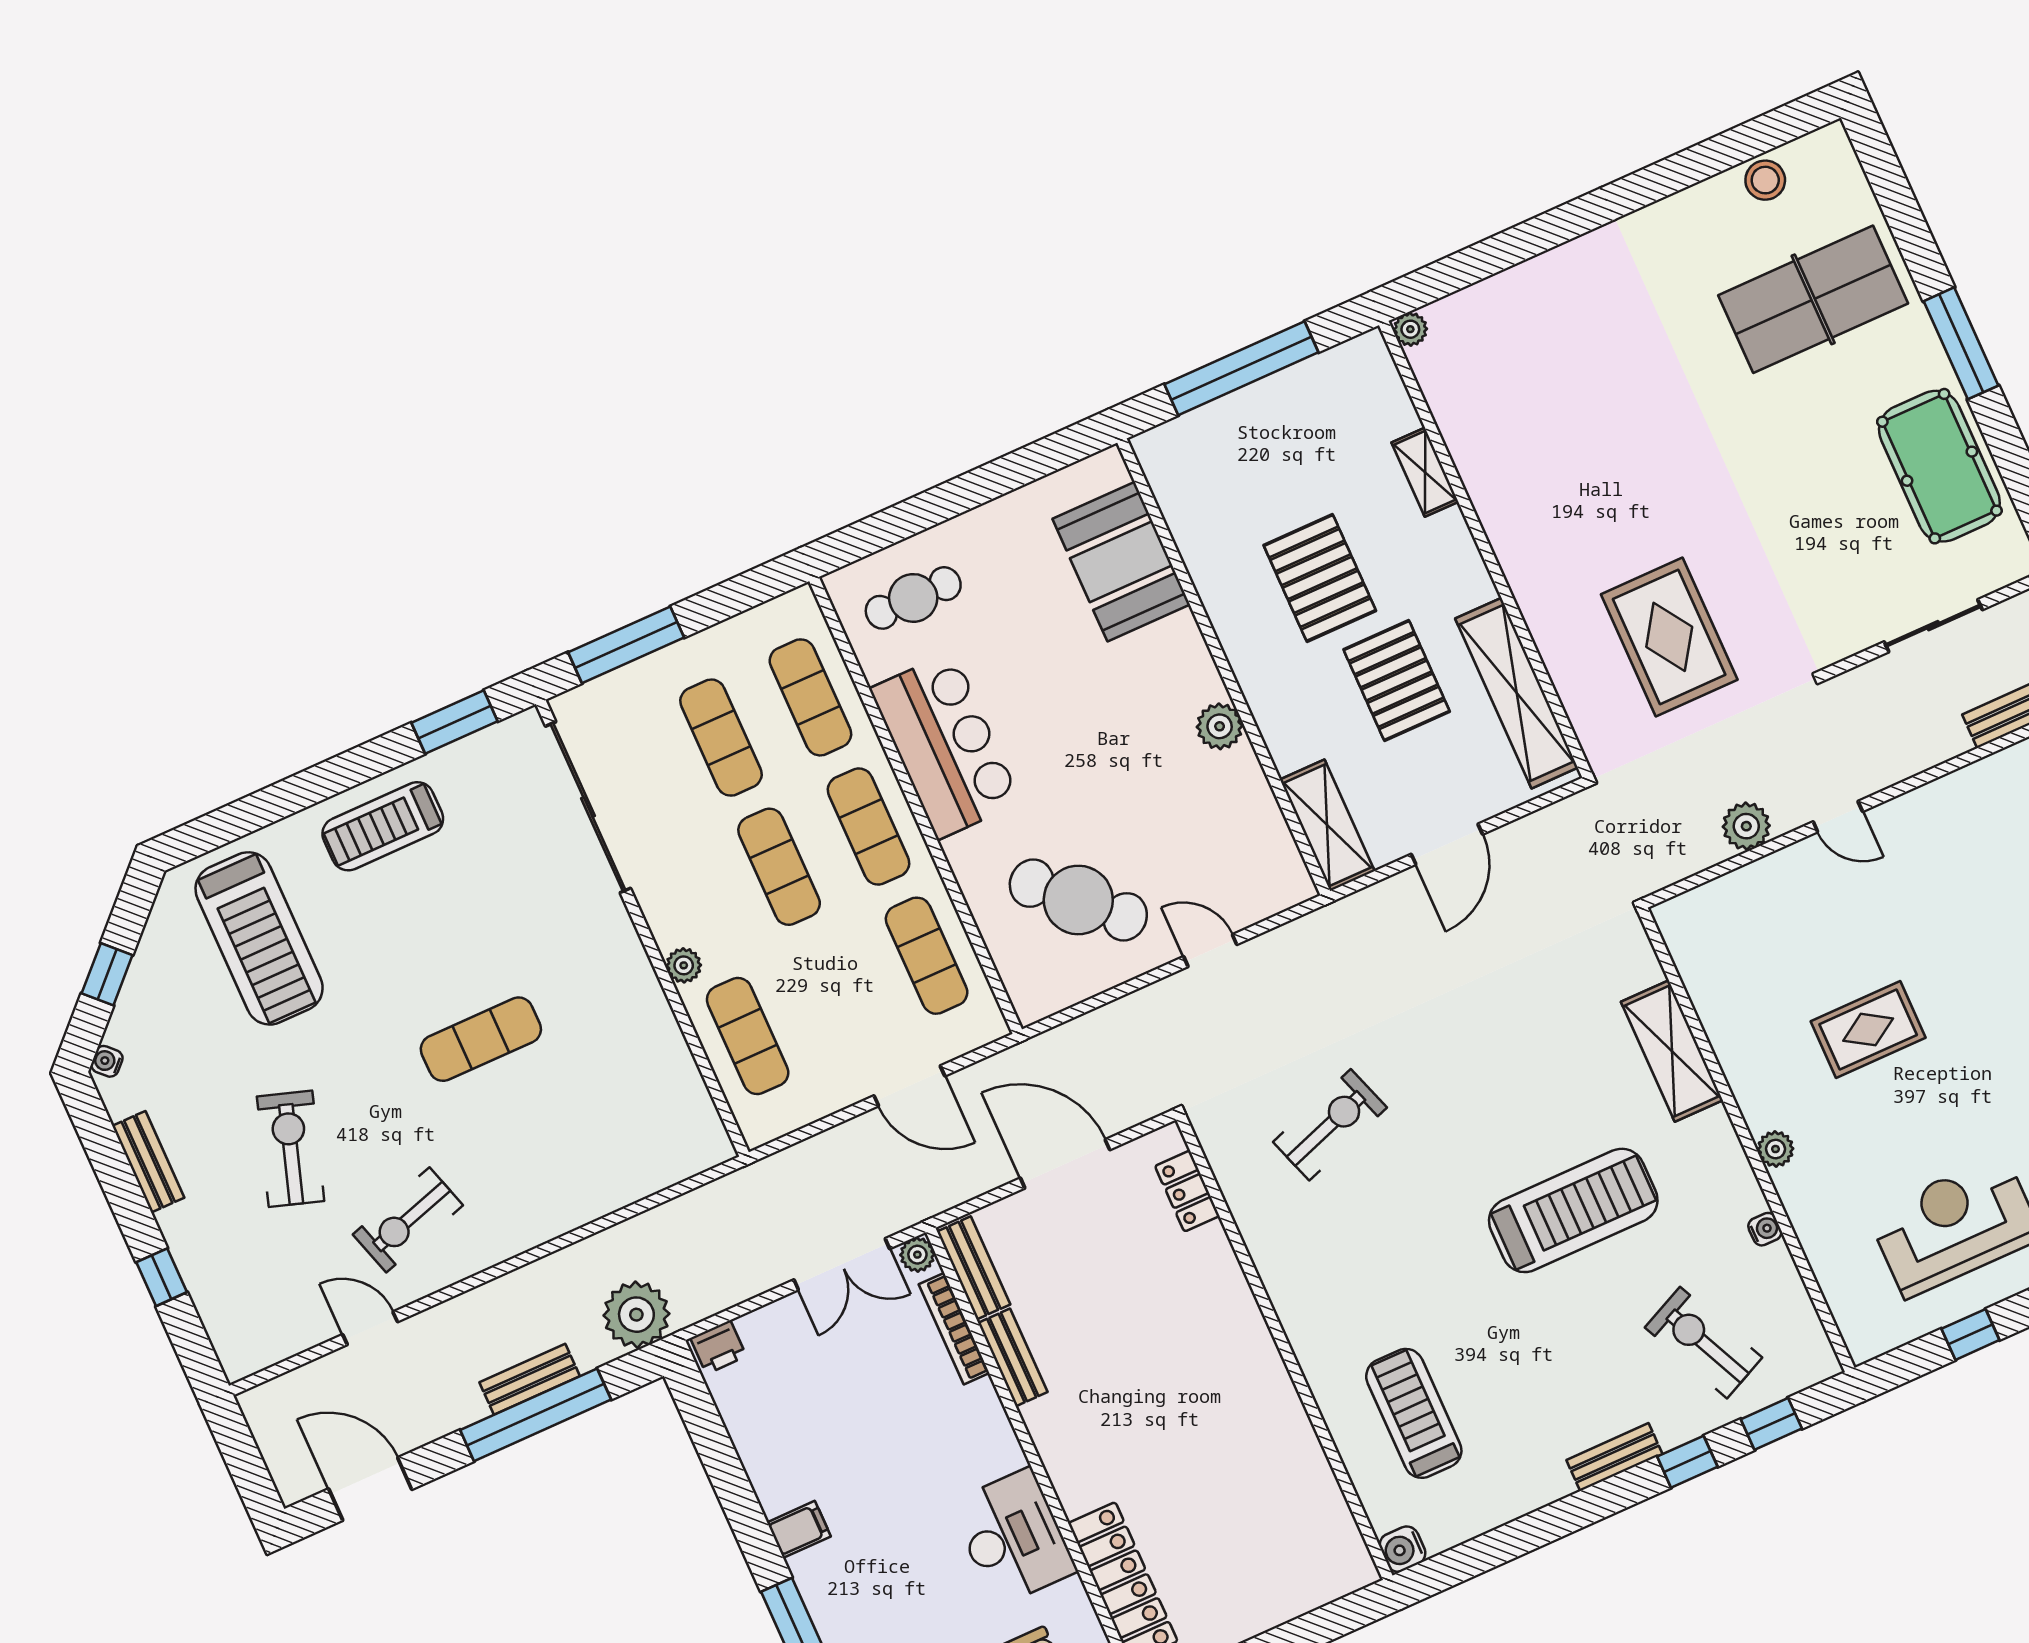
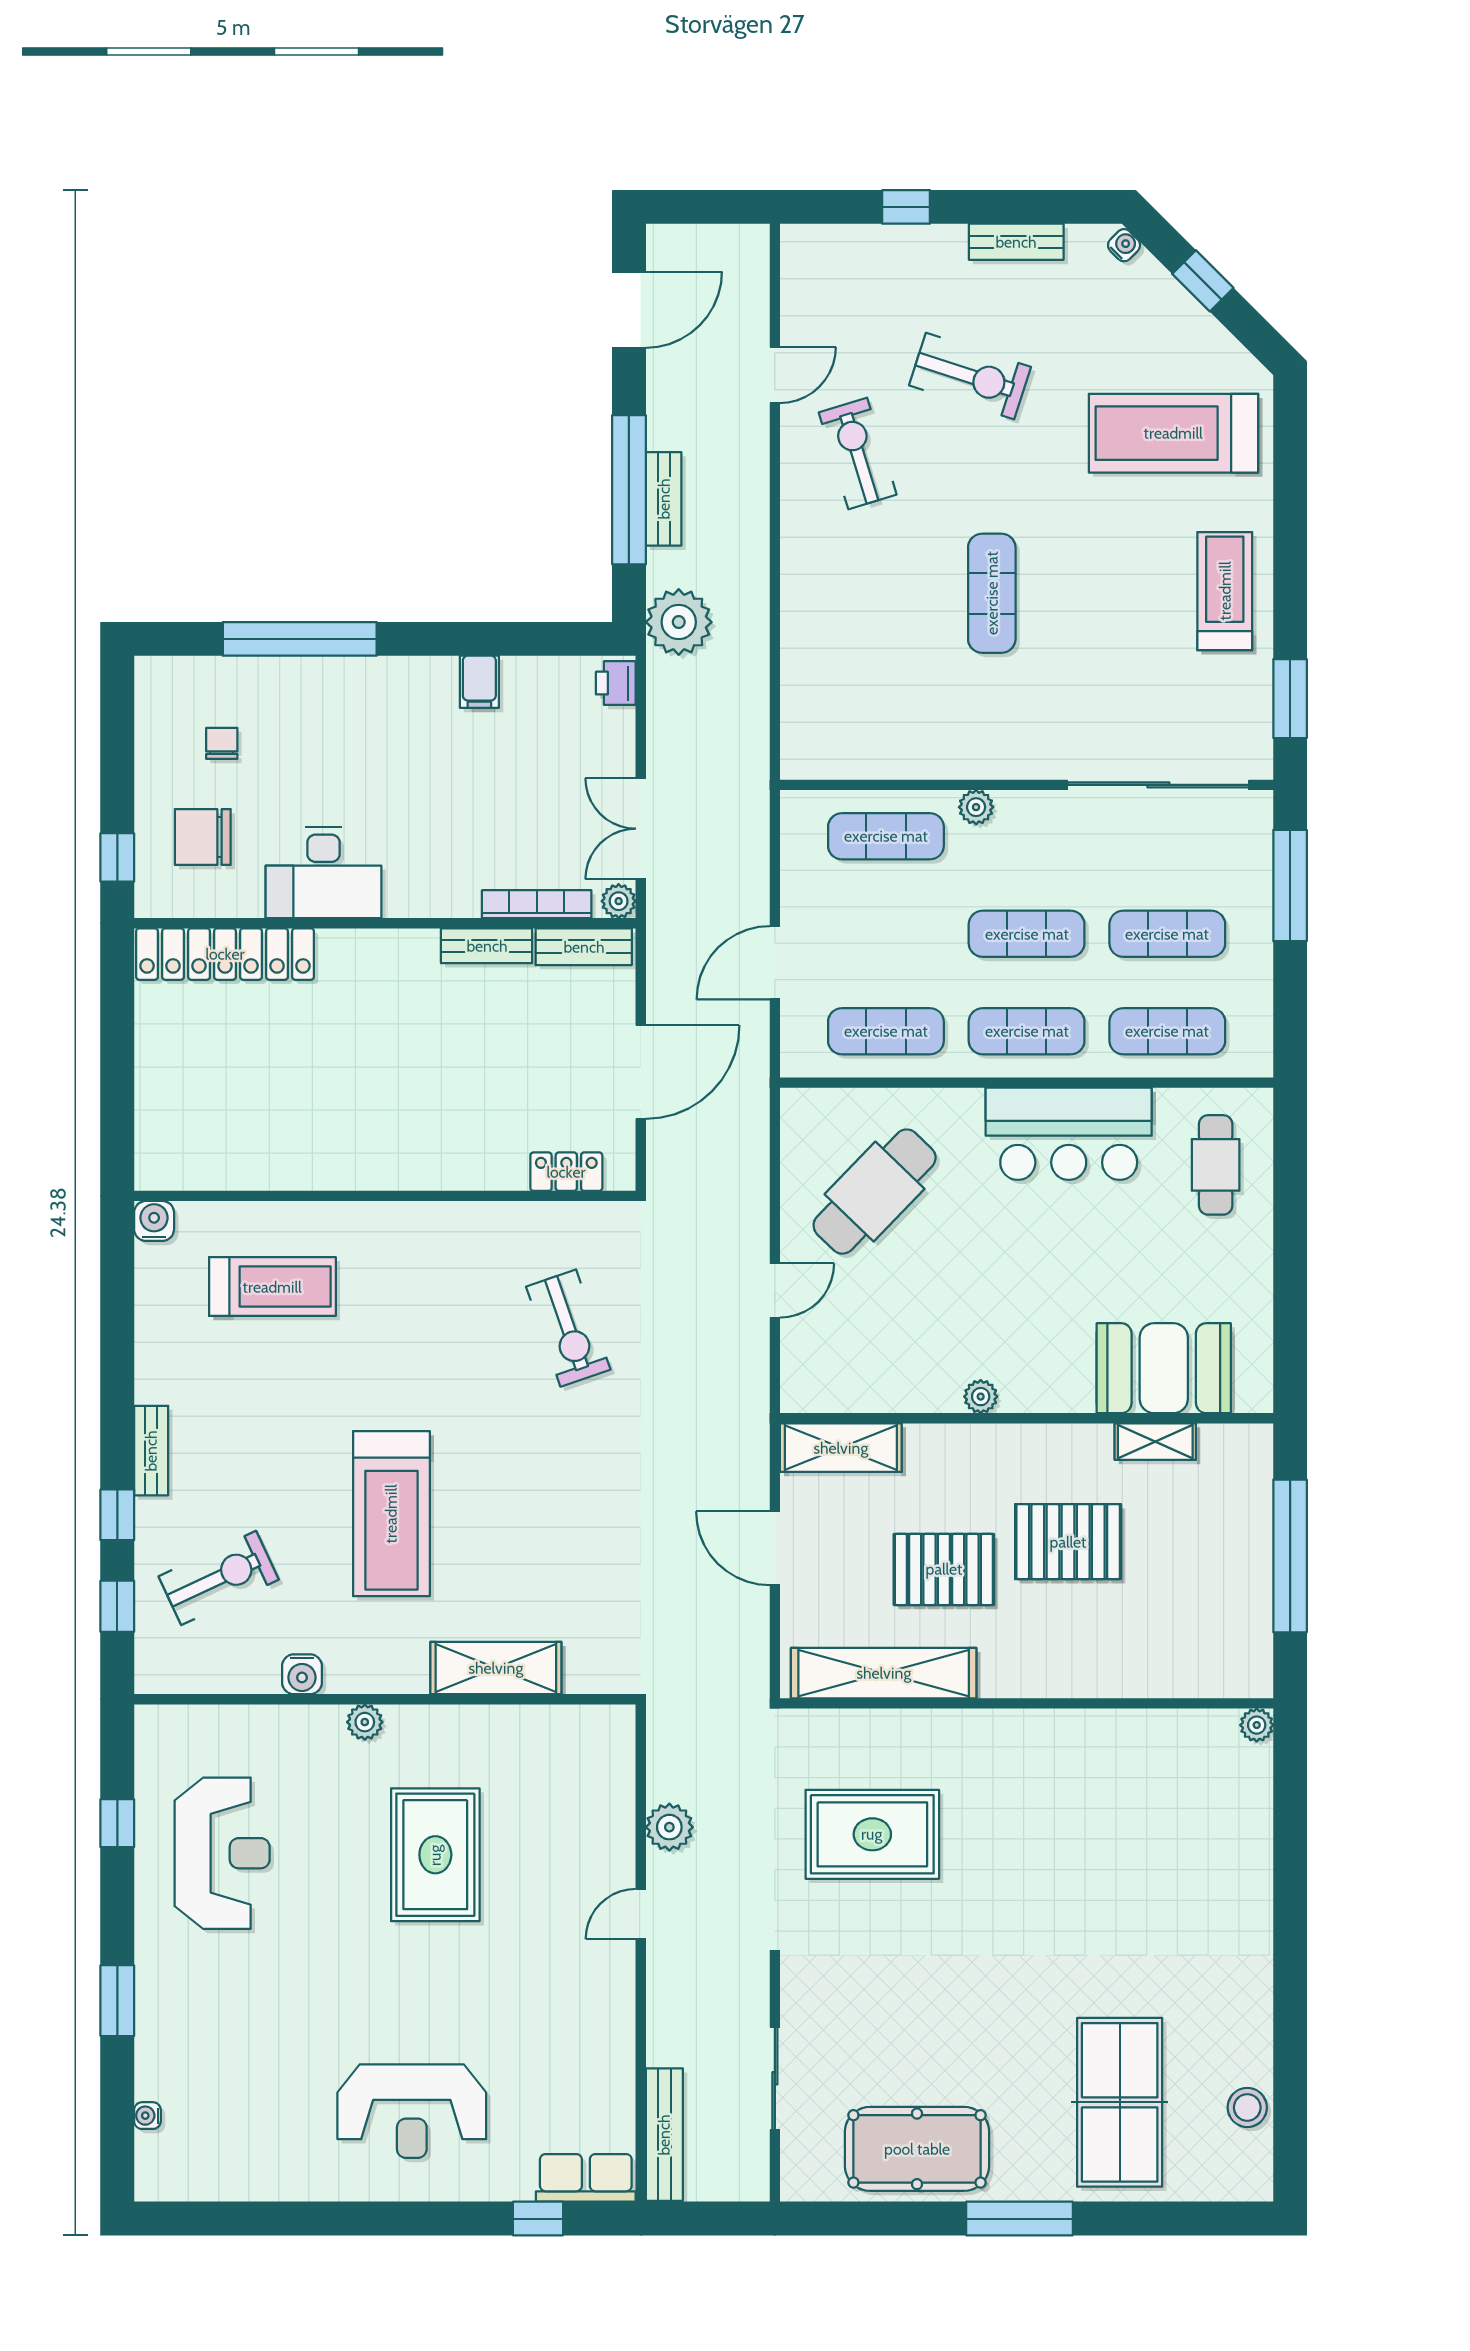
shelving: (1425, 472) -> (1155, 1442), moved
plant: (1220, 726) -> (981, 1397), width x0.73, depth x0.73
rug: (1868, 1030) -> (435, 1855), width x1.36, depth x1.43
water cooler: (1765, 1229) -> (302, 1674), width x1.38, depth x1.38
filing cabinet: (799, 1529) -> (479, 682), moved

